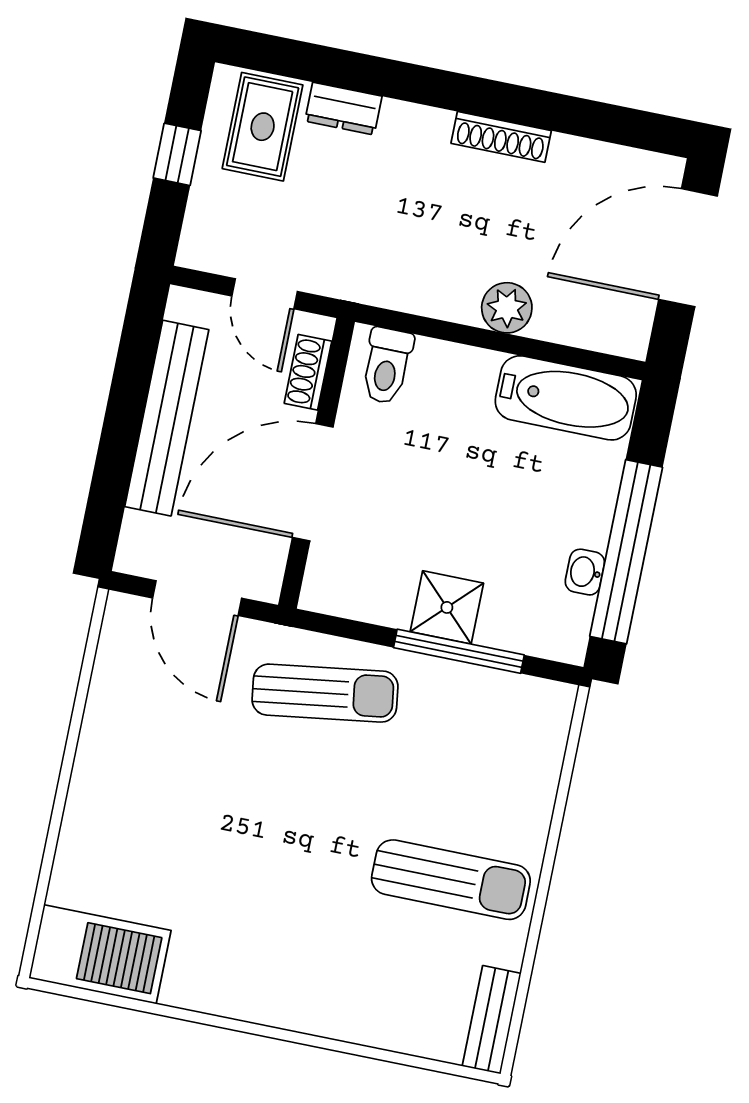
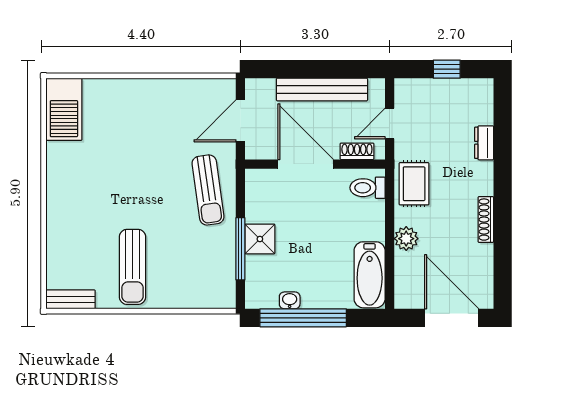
rug: (263, 127) -> (414, 184), moved, turned 90

